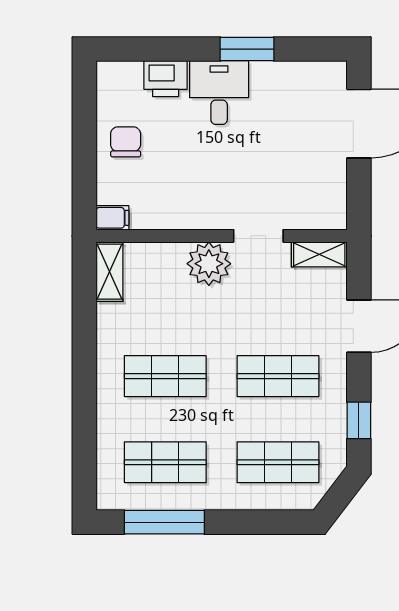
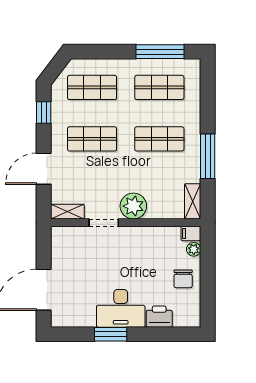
desk: (219, 93) -> (121, 308), width x1.37
plant: (108, 191) -> (194, 249), added
window: (84, 347) -> (208, 156), added

